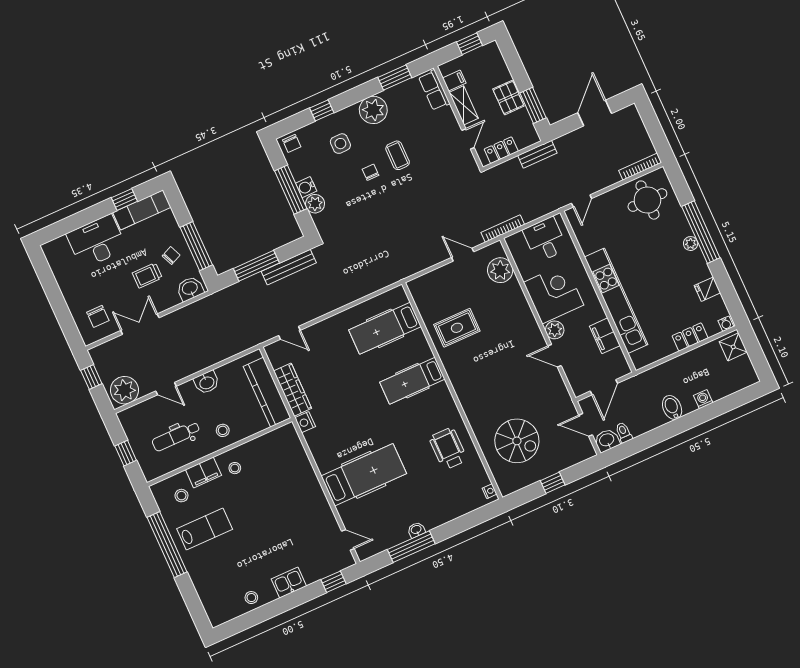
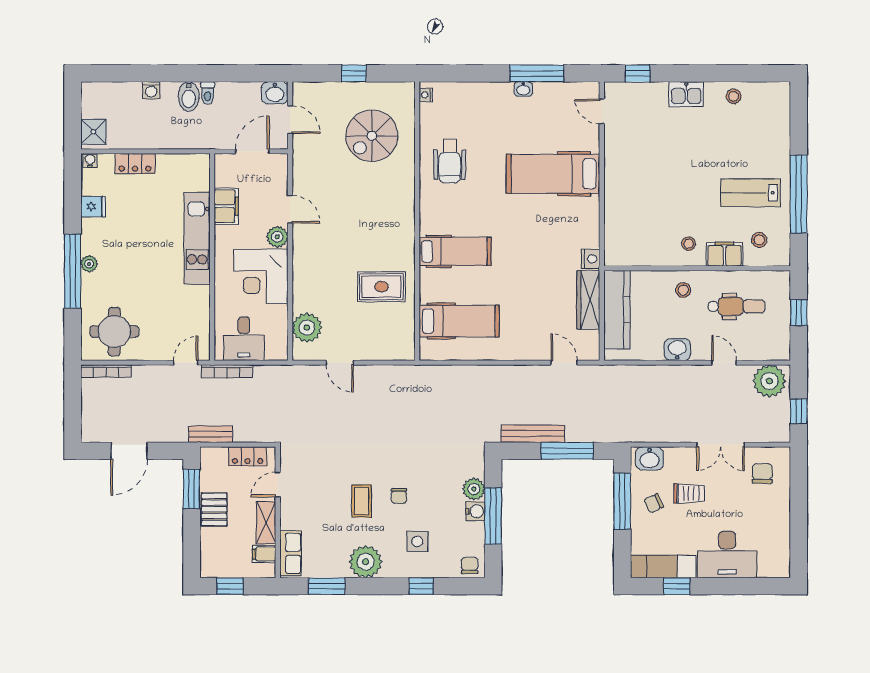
bookcase: (503, 228) -> (227, 371), moved
kitchen unit: (616, 301) -> (197, 238), width x0.73
toilet: (624, 432) -> (208, 93), moved
spiral stairs: (517, 441) -> (372, 136), turned -90

